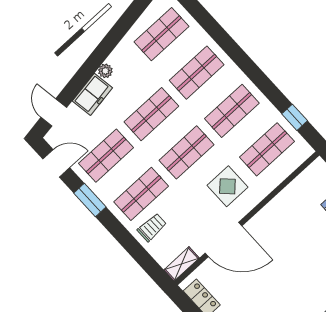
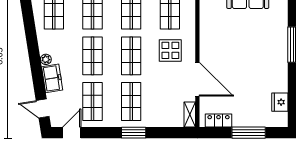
window: (90, 200) -> (134, 133), moved
trolley: (152, 227) -> (155, 112), removed
door: (224, 240) -> (197, 79), hinge flipped

